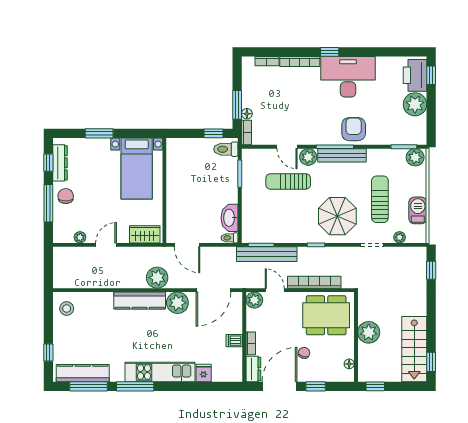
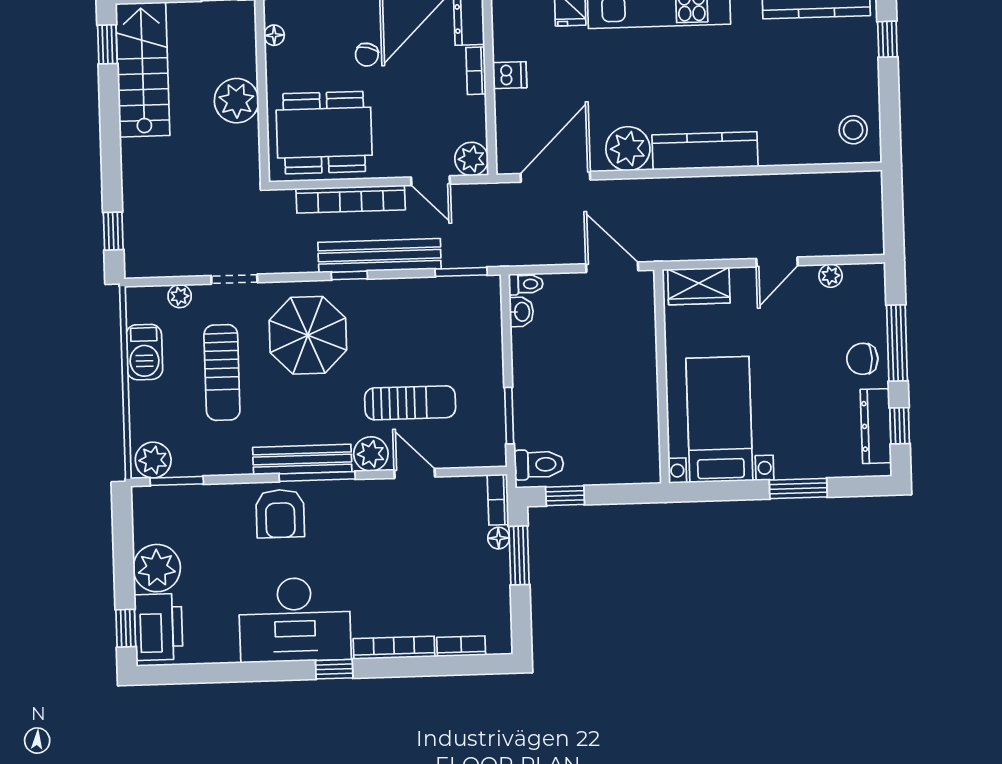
chair: (66, 196) -> (862, 359), turned 90
washbasin: (230, 218) -> (521, 312), width x0.52, depth x0.69
bench: (267, 254) -> (380, 256), moved
plant: (157, 278) -> (671, 198), removed

